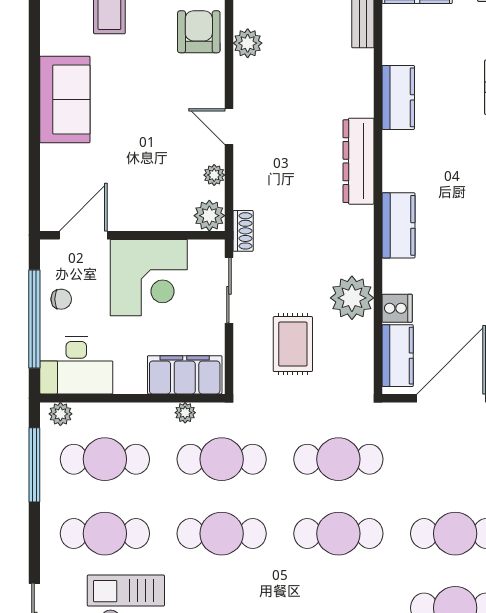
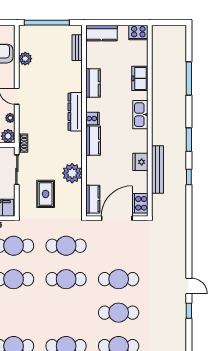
cooker: (397, 308) -> (92, 119), moved

